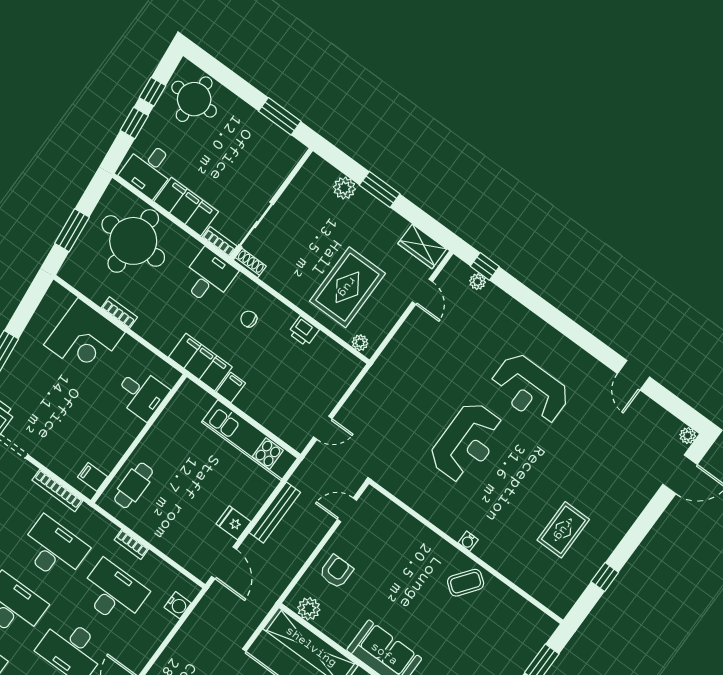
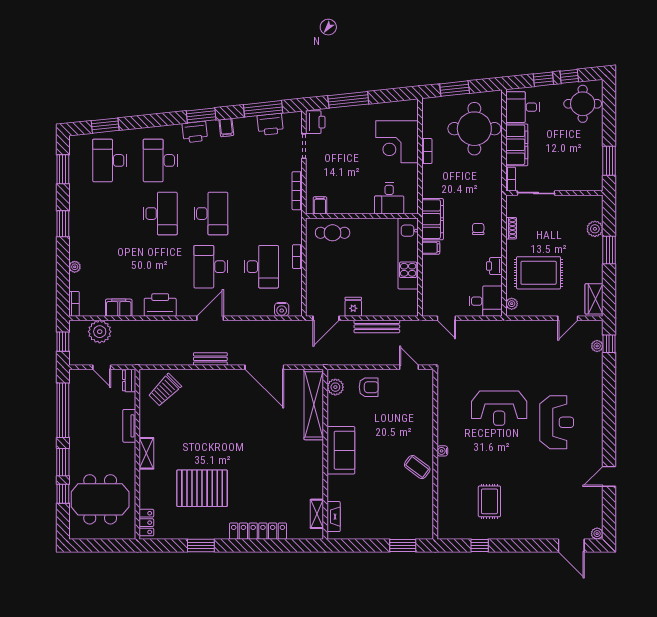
shoe rack: (250, 263) -> (511, 228), moved
desk: (209, 277) -> (486, 301), moved
reception desk: (530, 390) -> (557, 422), turned 180
kitchen unit: (249, 440) -> (408, 253), moved
rug: (563, 530) -> (489, 501), turned 90
desk: (54, 549) -> (261, 214), removed

